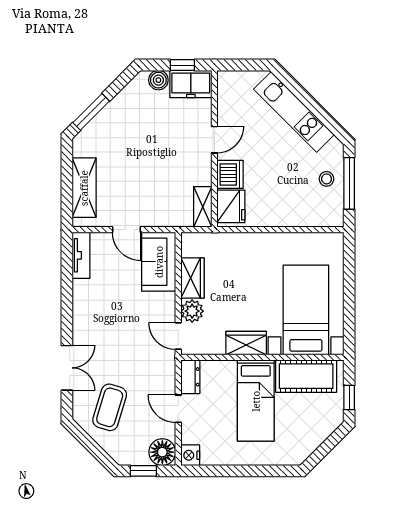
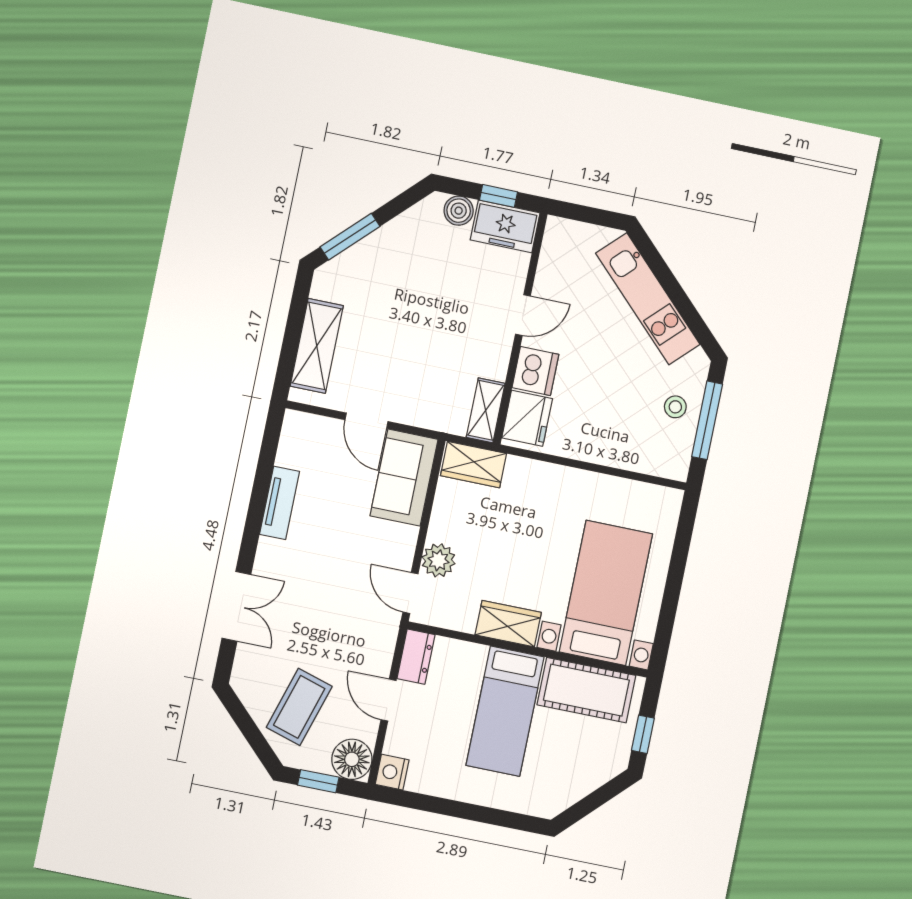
tv unit: (81, 255) -> (280, 503), moved
wardrobe: (192, 278) -> (473, 465), moved, turned 90
coffee table: (110, 407) -> (299, 707), moved

